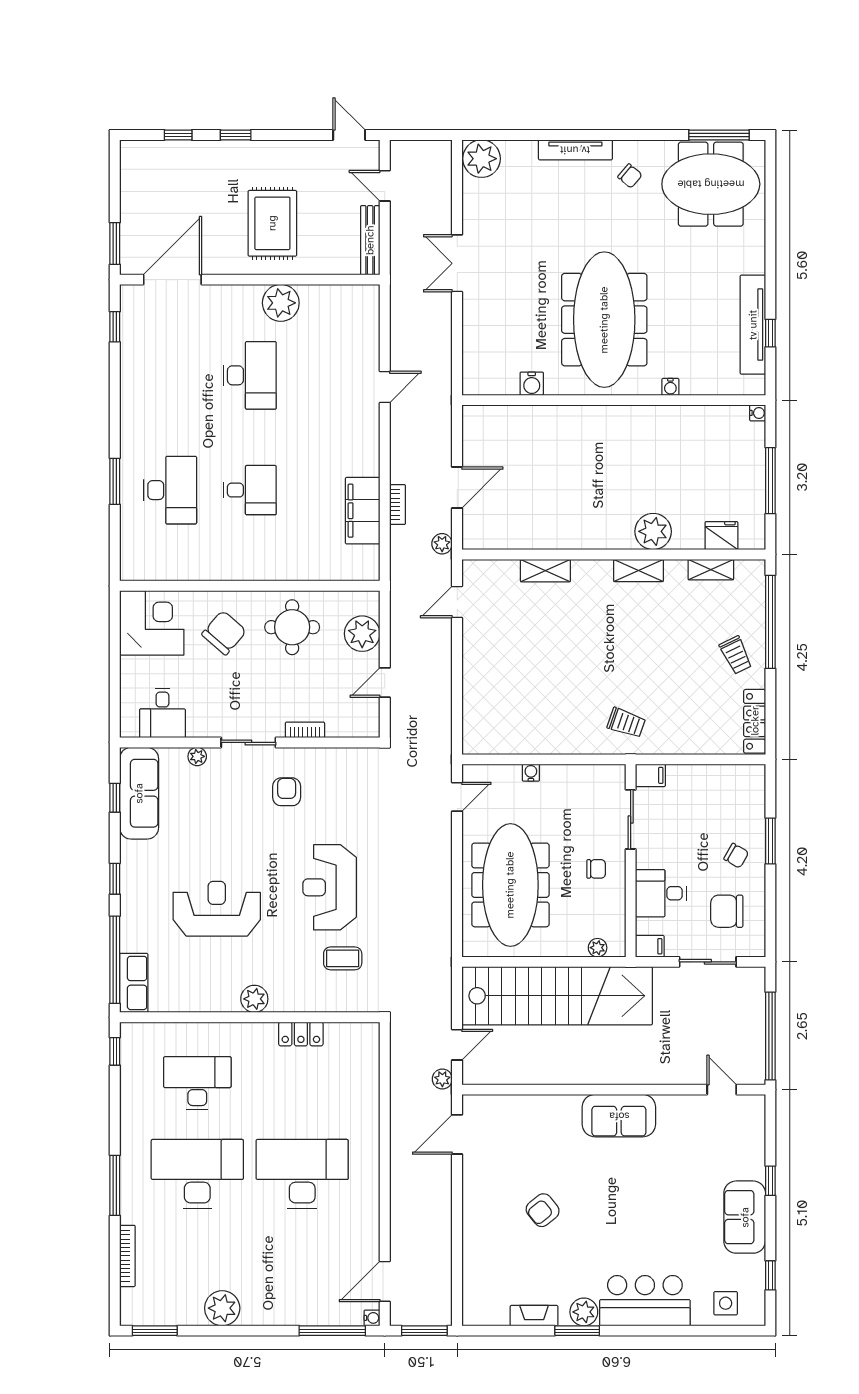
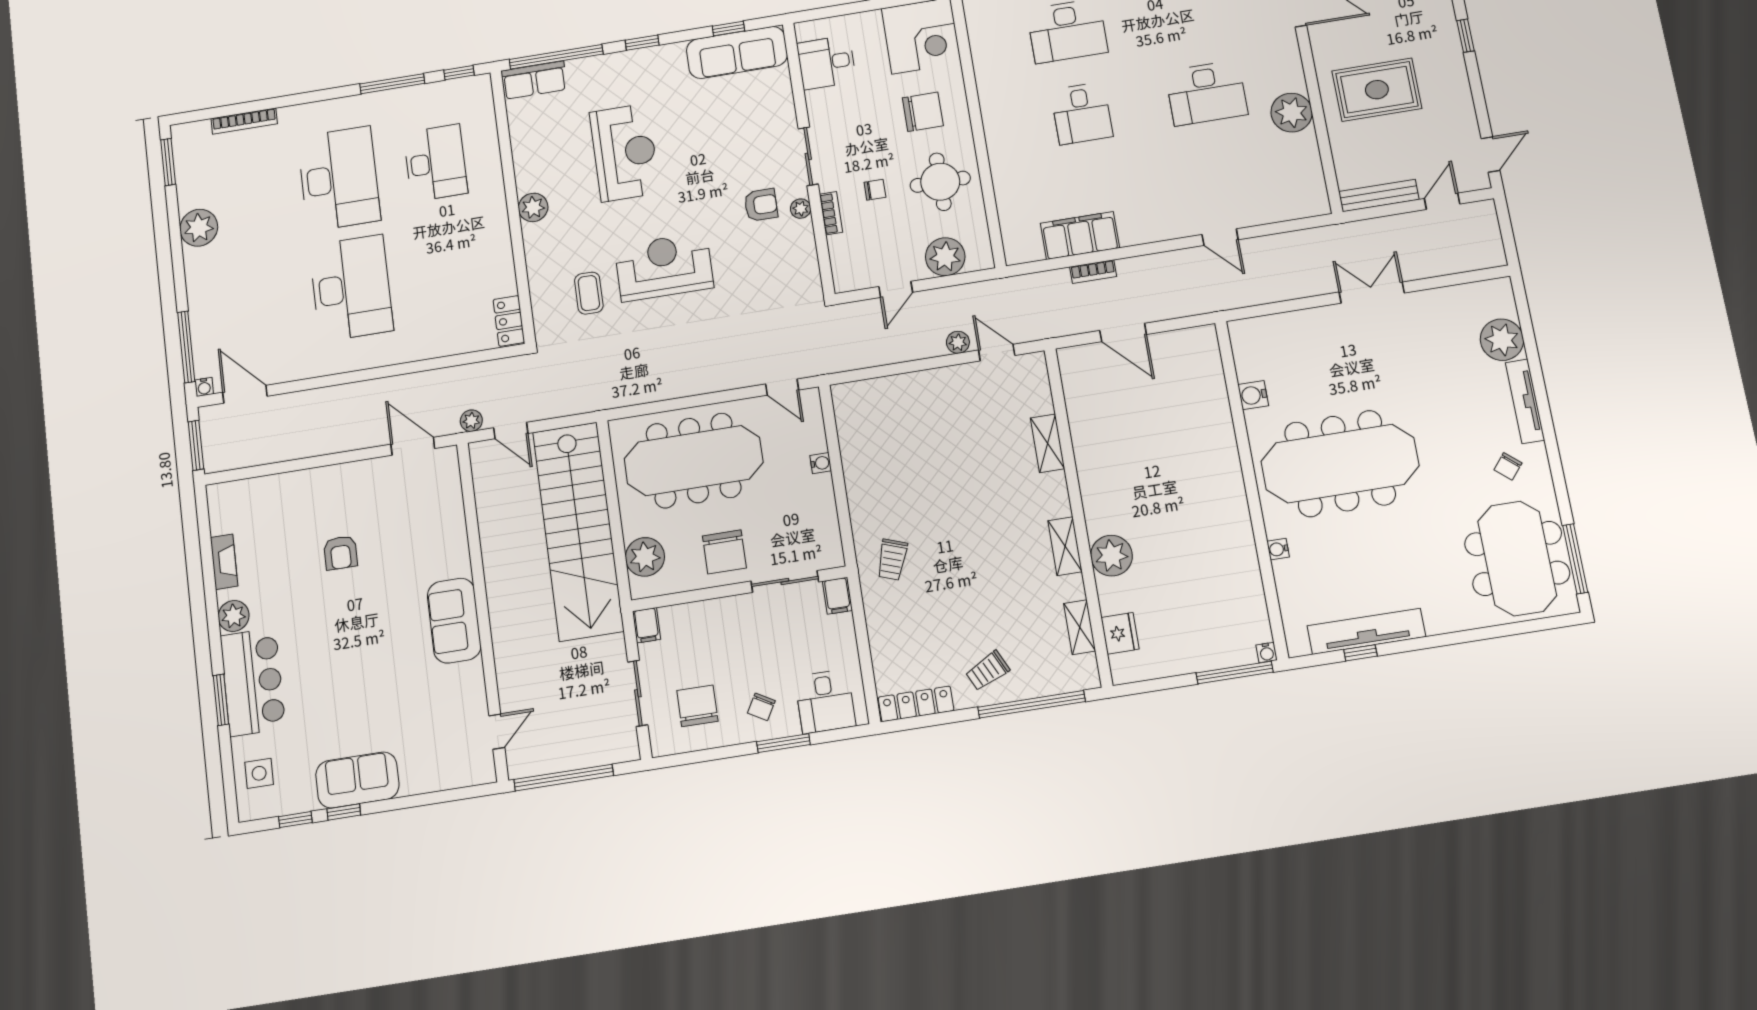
plant: (482, 159) -> (1502, 340), moved
window: (770, 481) -> (1235, 672), moved
plant: (442, 544) -> (958, 342), moved
chair: (224, 633) -> (923, 112), turned -41
door: (385, 682) -> (896, 289), swing flipped
chair: (290, 687) -> (875, 190), added
plant: (197, 756) -> (801, 209), moved
chair: (596, 869) -> (724, 552), width x1.87, depth x1.87
desk: (661, 893) -> (825, 701), moved, turned 180
plant: (598, 948) -> (645, 557), width x1.87, depth x1.87
locker: (301, 1034) -> (509, 321), moved
window: (770, 1181) -> (344, 812), moved
window: (115, 1185) -> (392, 84), moved
armchair: (543, 1210) -> (340, 553), turned -141
window: (577, 1331) -> (221, 700), moved

